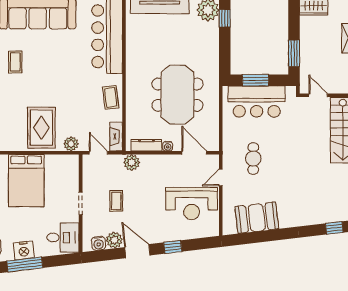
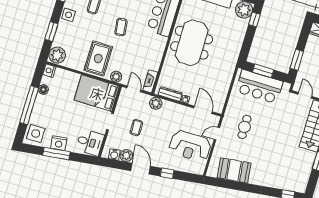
meeting table: (177, 95) -> (192, 43), moved
coffee table: (111, 98) -> (121, 27), moved
bed: (26, 181) -> (97, 93), moved, turned 90

